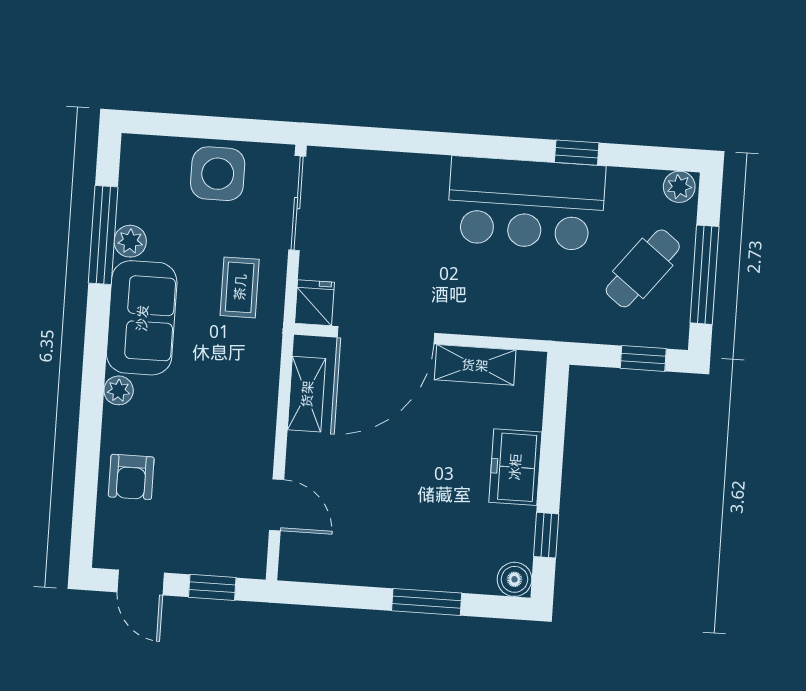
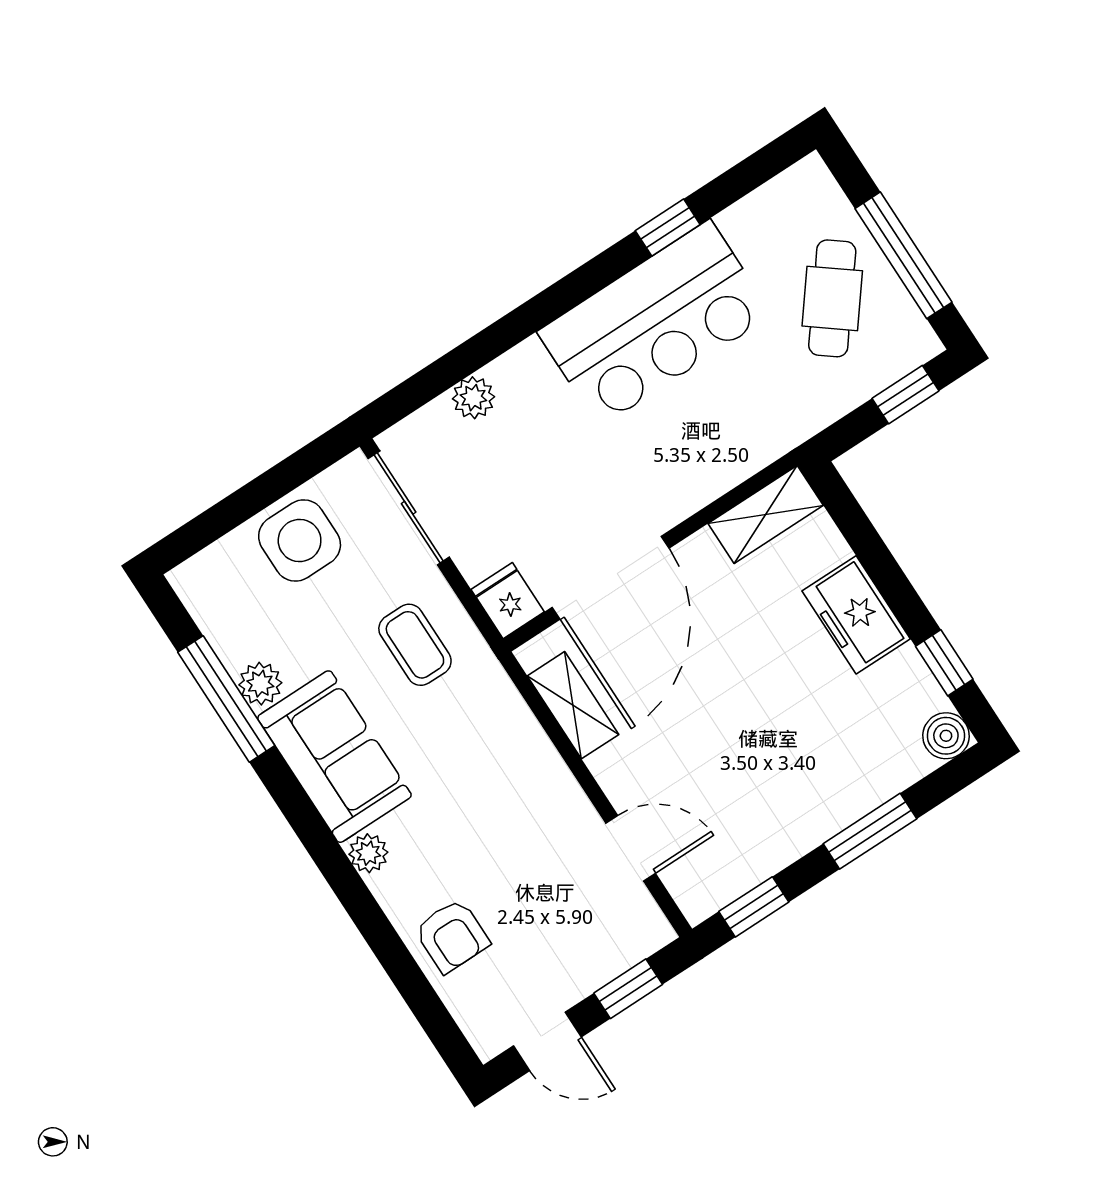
plant: (679, 187) -> (473, 398), moved
shelving: (475, 365) -> (766, 514), moved
window: (324, 595) -> (754, 907), added

